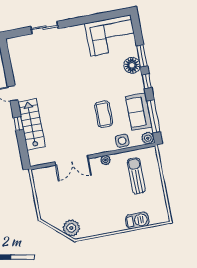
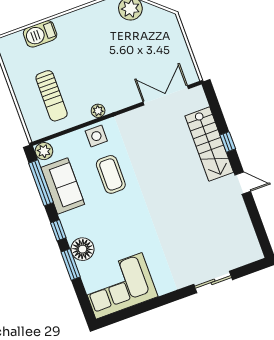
side table: (122, 141) -> (96, 136), moved
double door: (72, 160) -> (166, 95), moved

